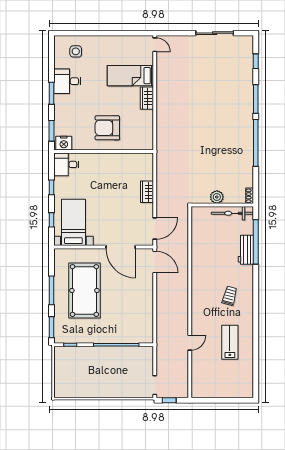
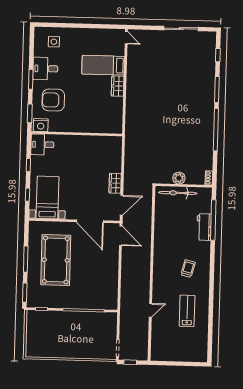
armchair: (107, 128) -> (53, 100), moved
wardrobe: (147, 192) -> (115, 183), moved
bicycle: (232, 213) -> (178, 193), moved

